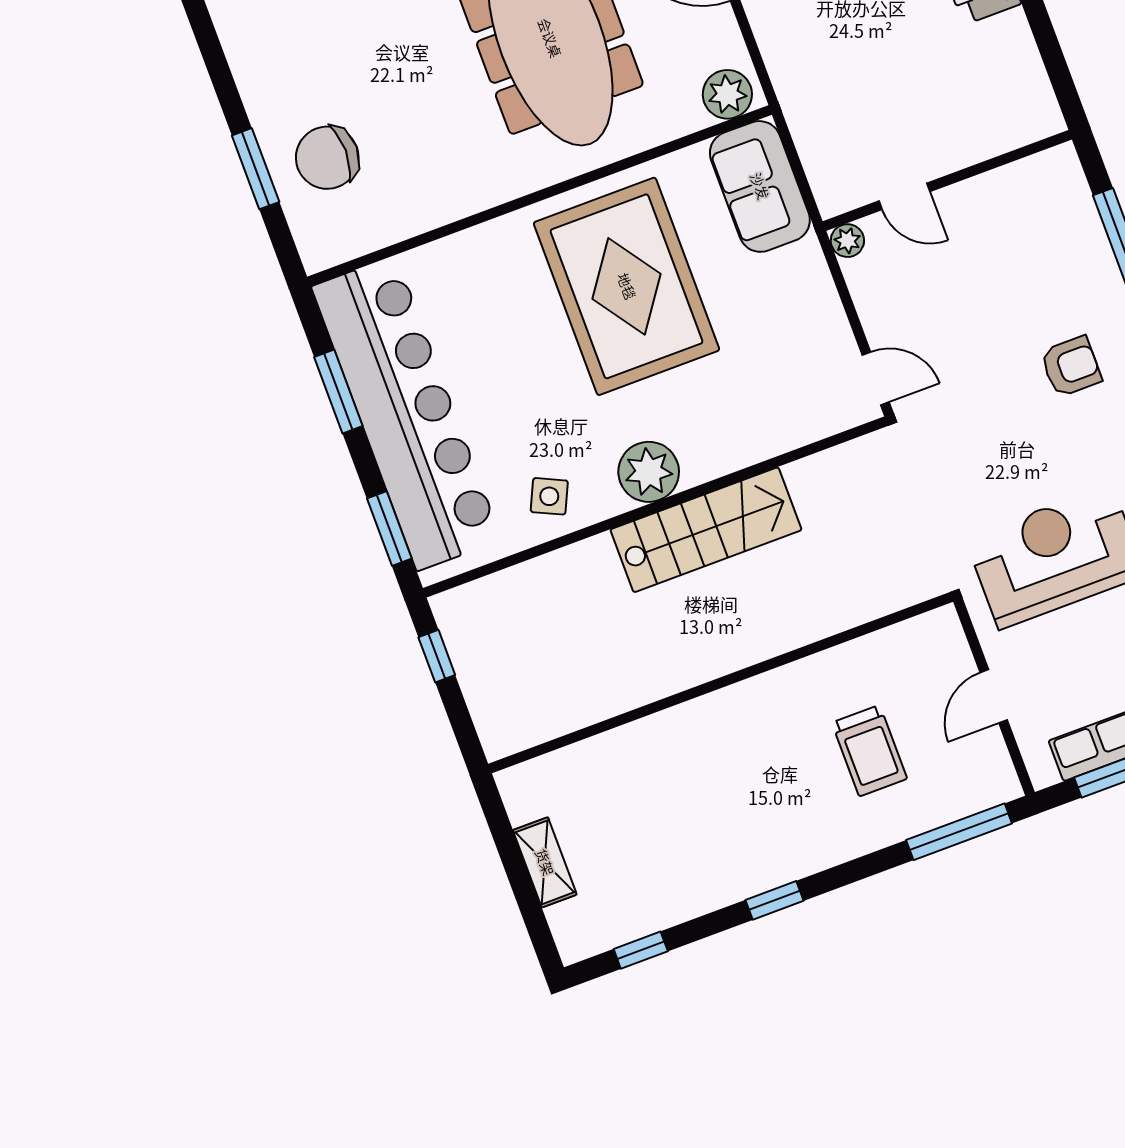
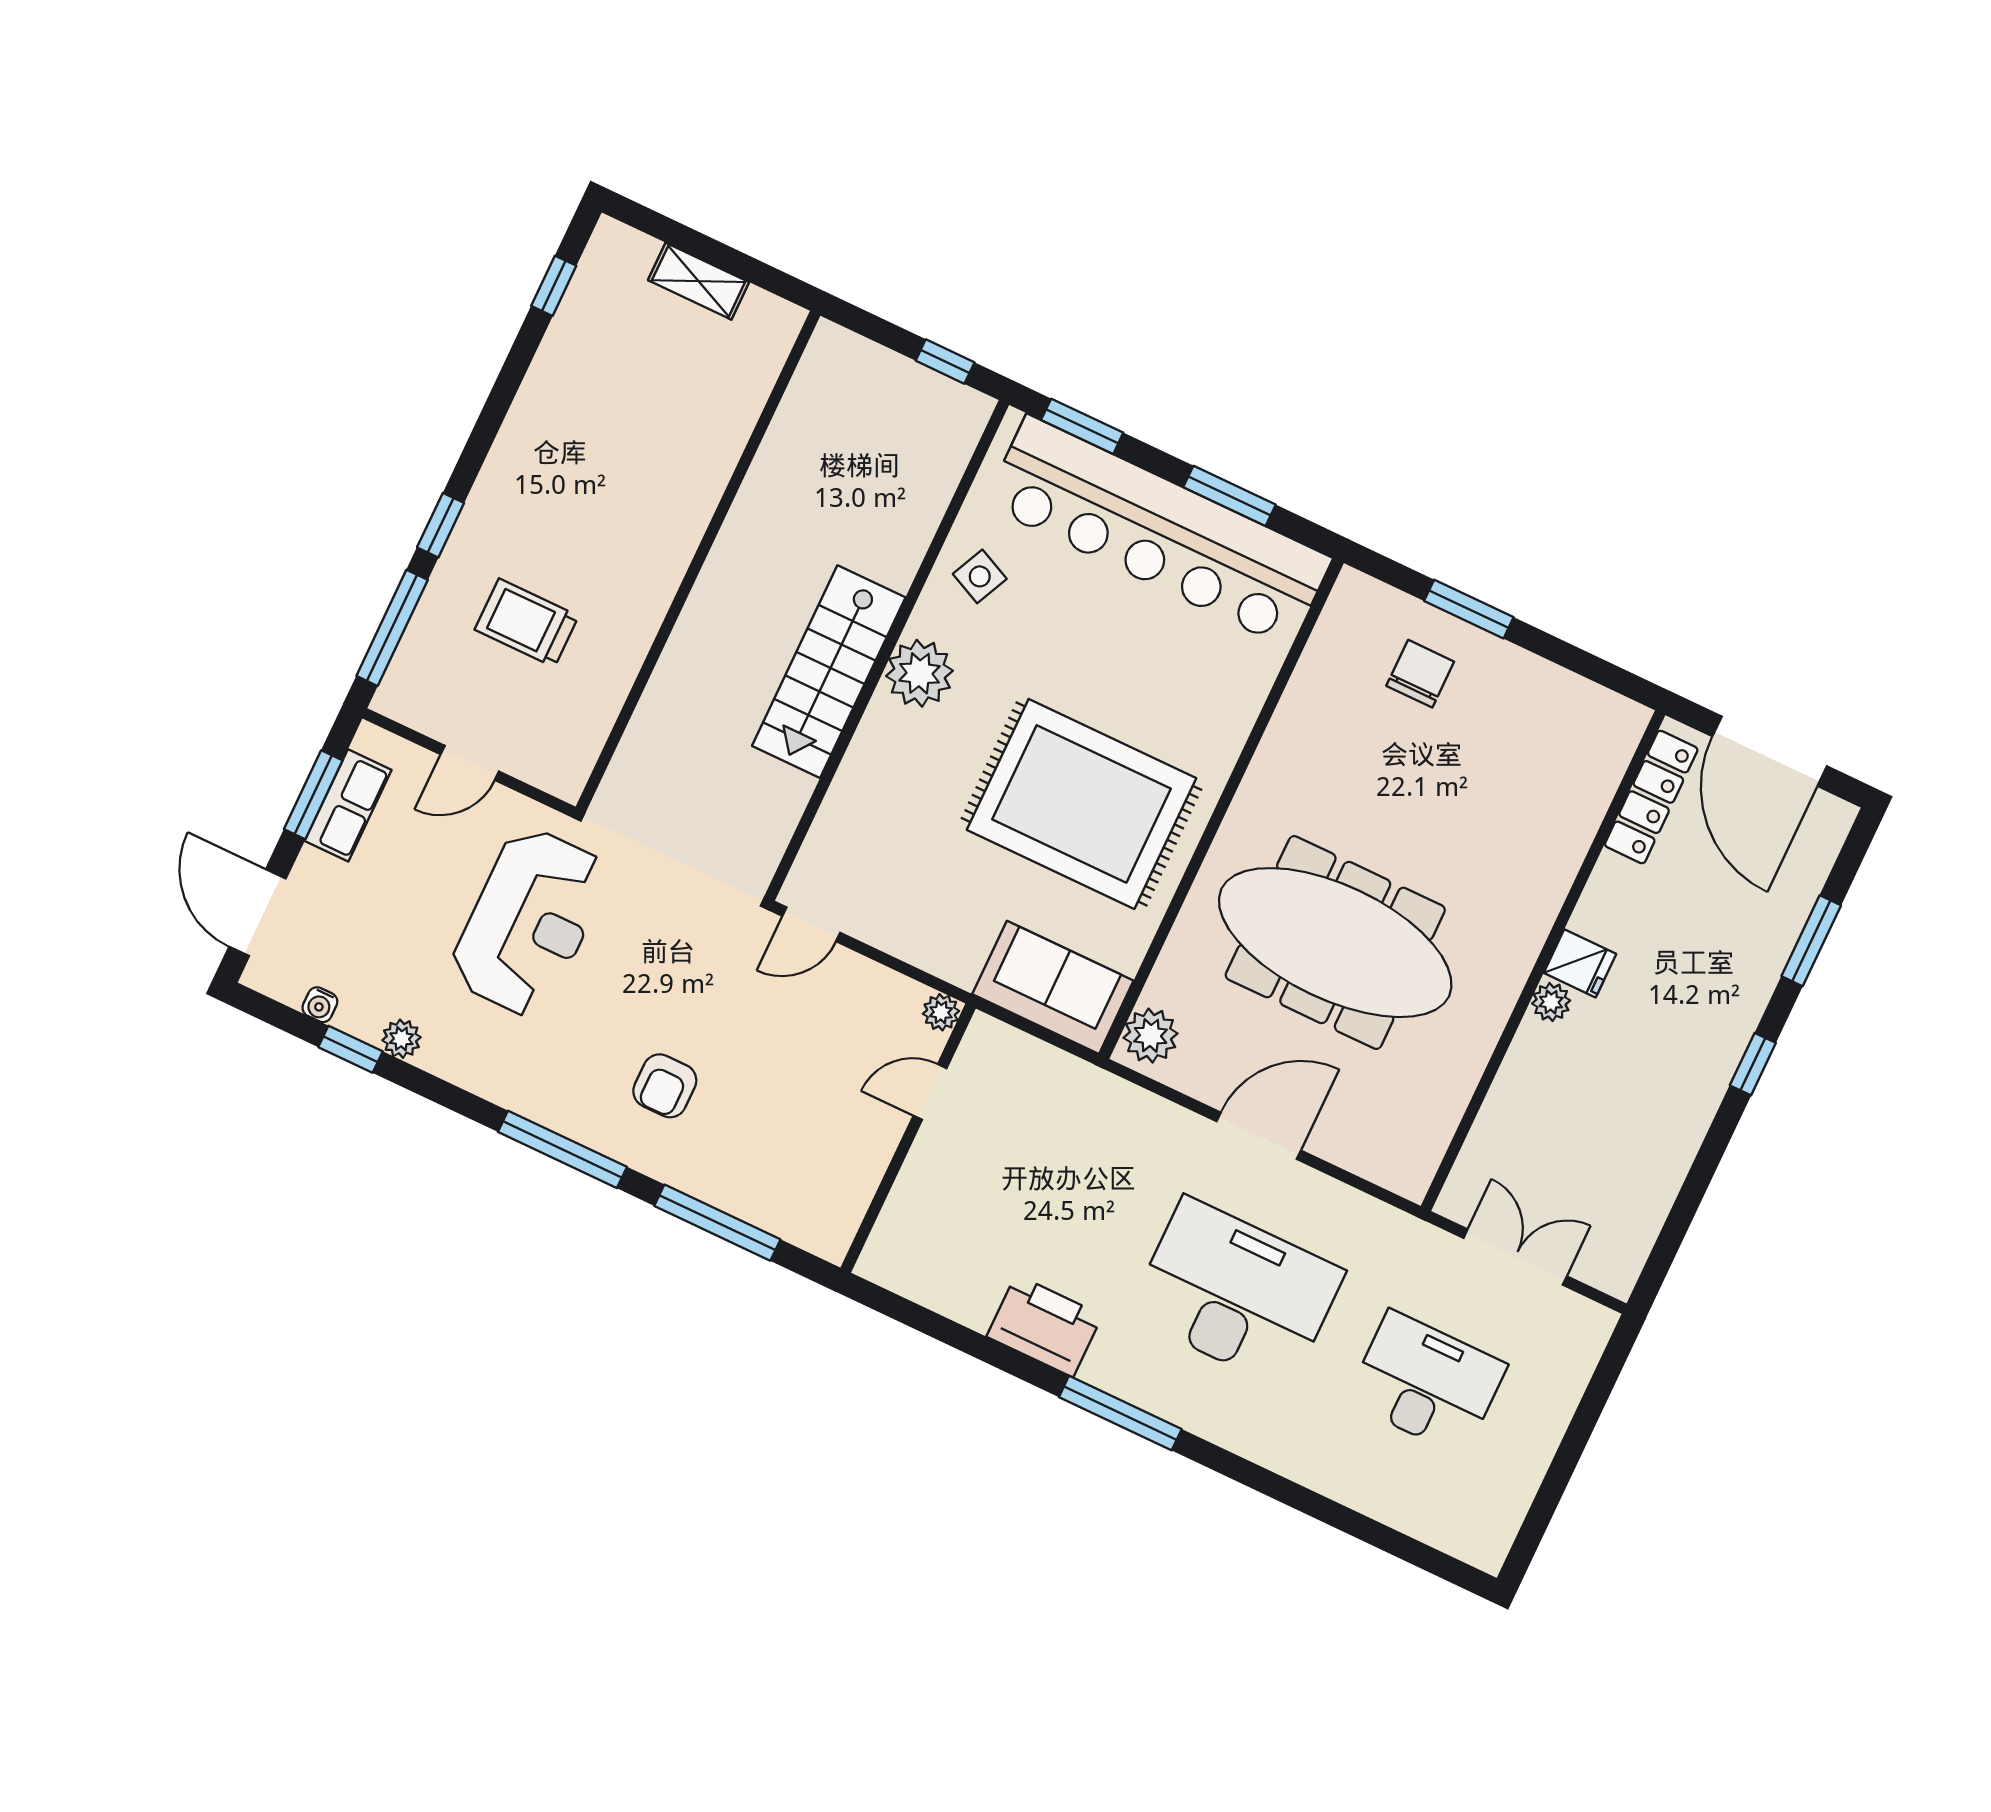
chair: (327, 158) -> (1420, 674), width x0.73, depth x0.73
door: (994, 696) -> (470, 763), swing flipped
window: (774, 900) -> (441, 525), moved

